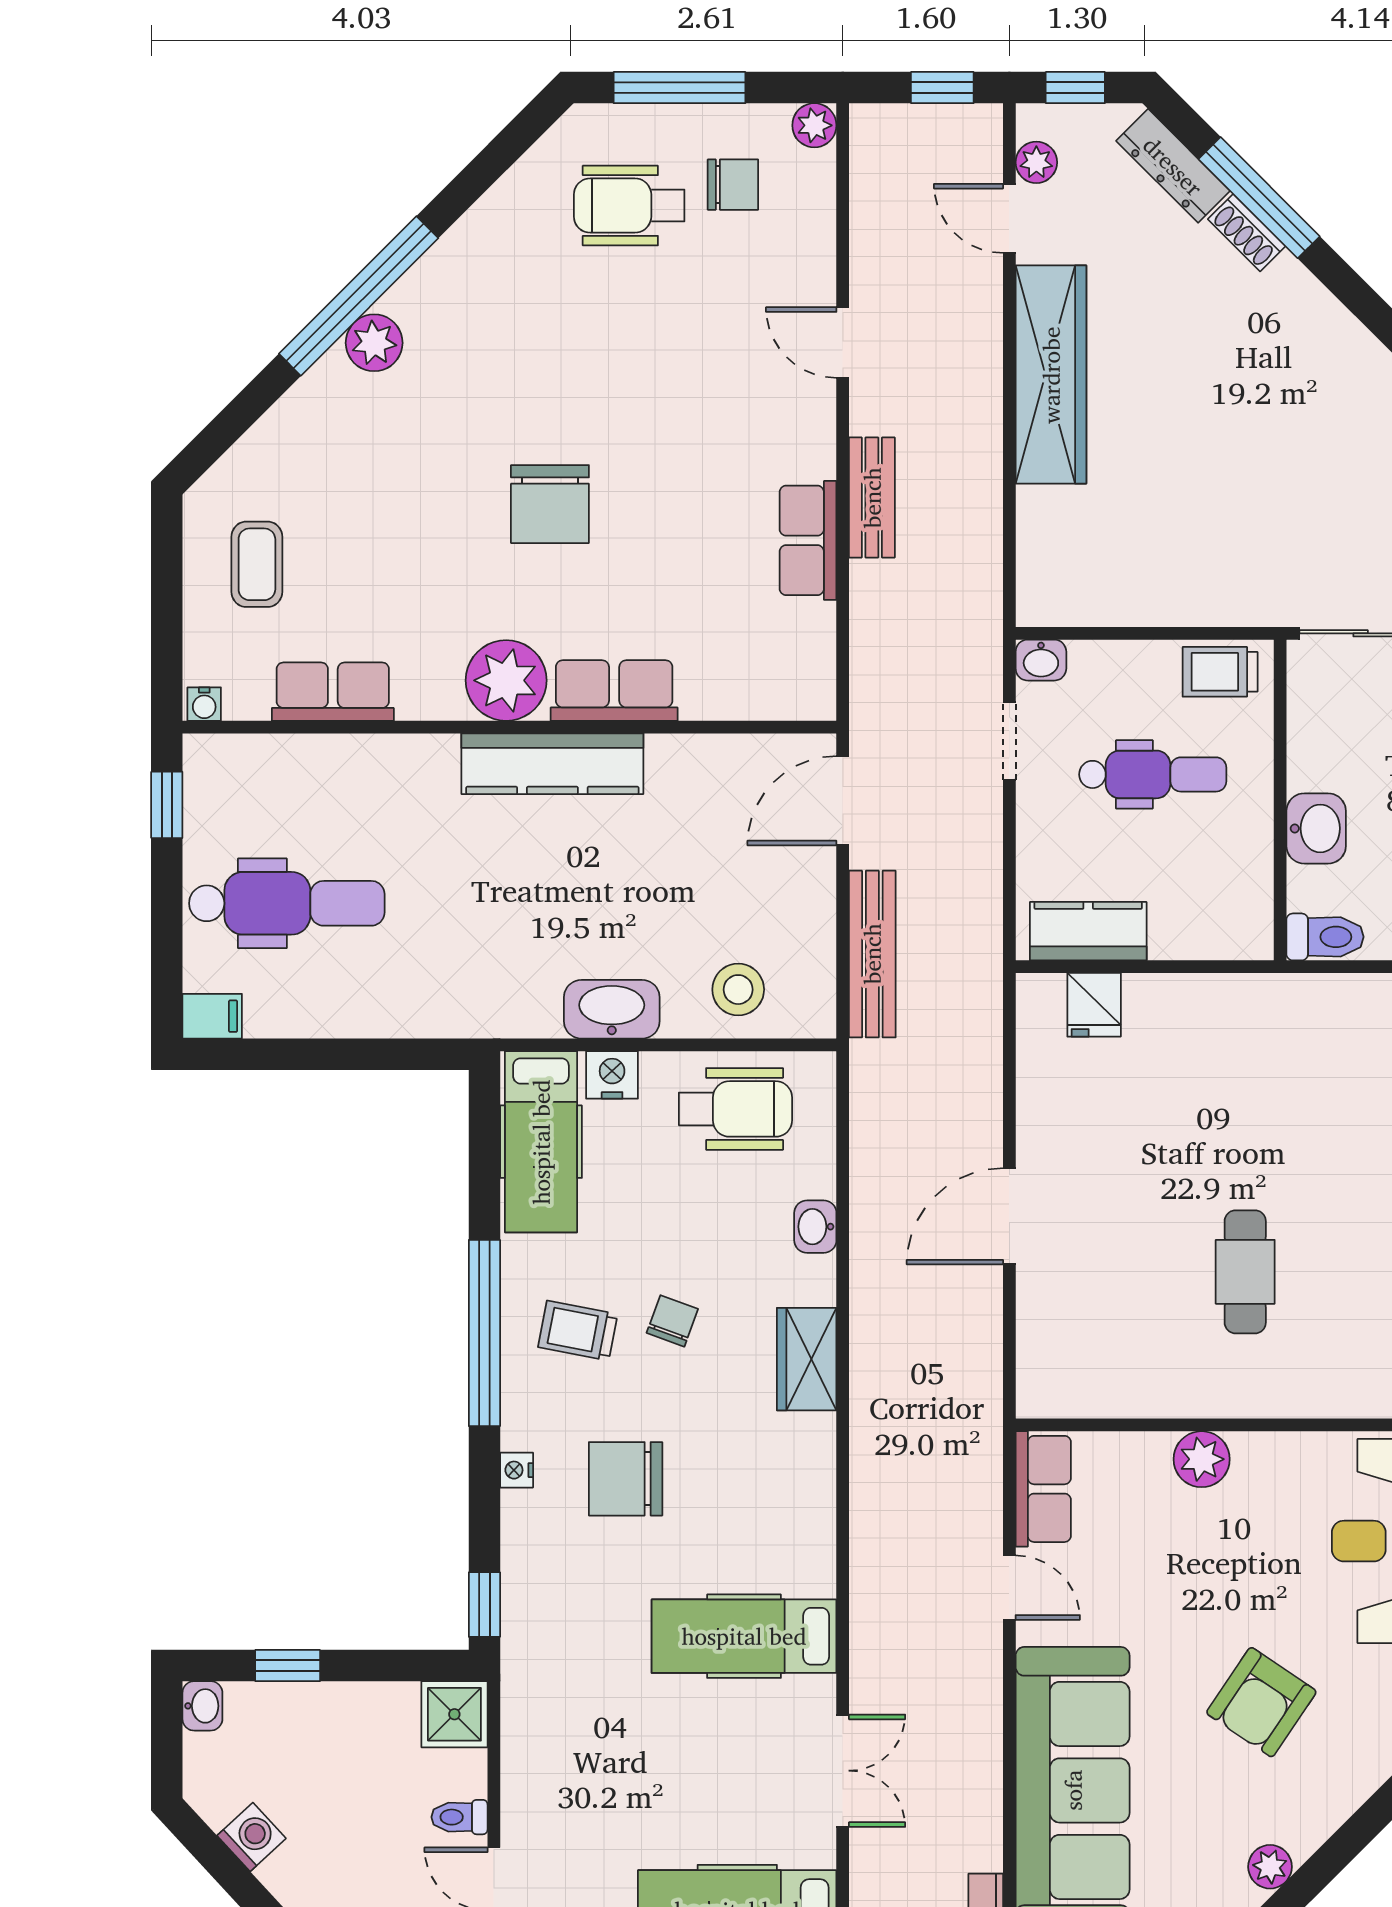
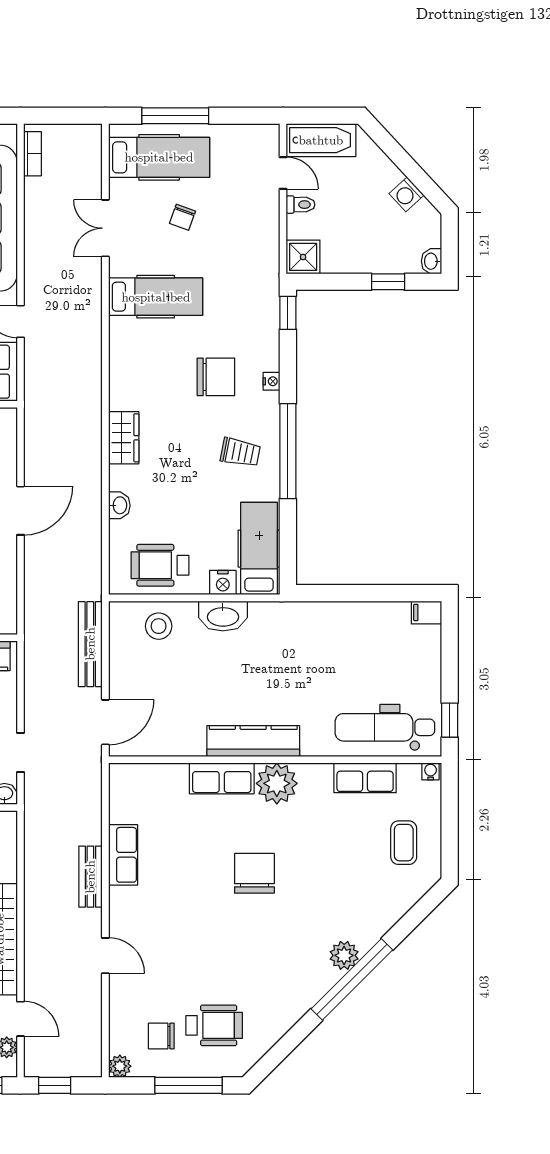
dental chair: (287, 903) -> (385, 727), moved
chair: (672, 1321) -> (182, 217), moved

